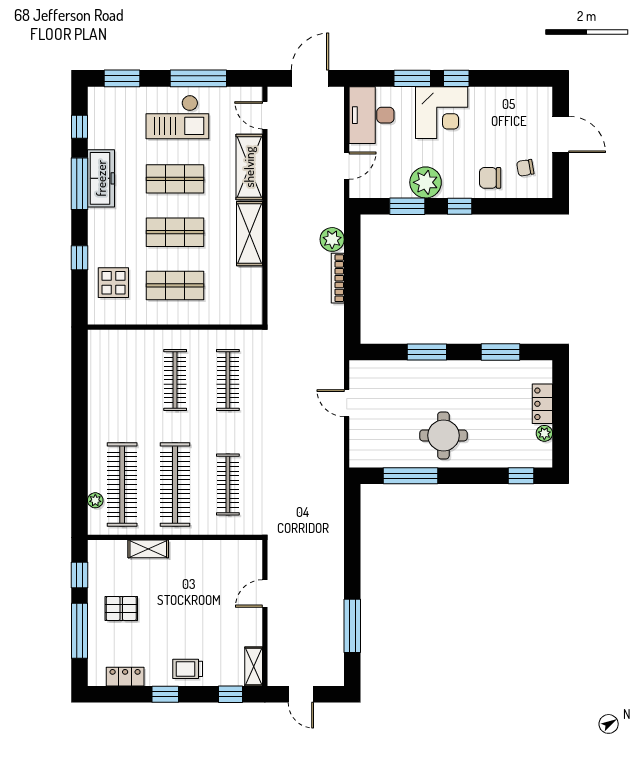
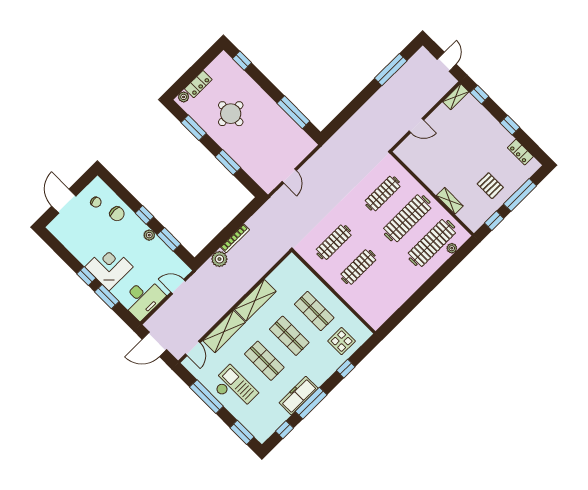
plant: (426, 182) -> (149, 235), width x0.53, depth x0.53
plant: (544, 433) -> (184, 97), moved
round table: (443, 435) -> (231, 114), moved
trolley: (188, 669) -> (488, 126), removed

